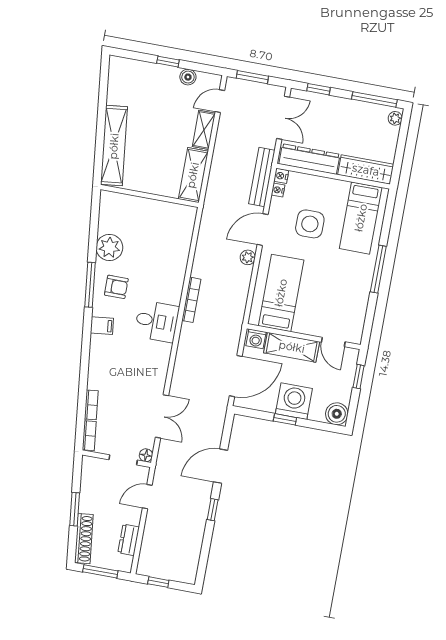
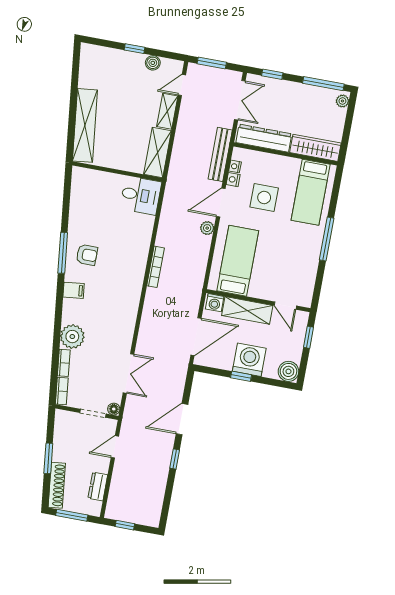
nightstand: (281, 176) -> (233, 180), moved
plant: (109, 247) -> (72, 337), moved
desk: (157, 321) -> (141, 195), moved

